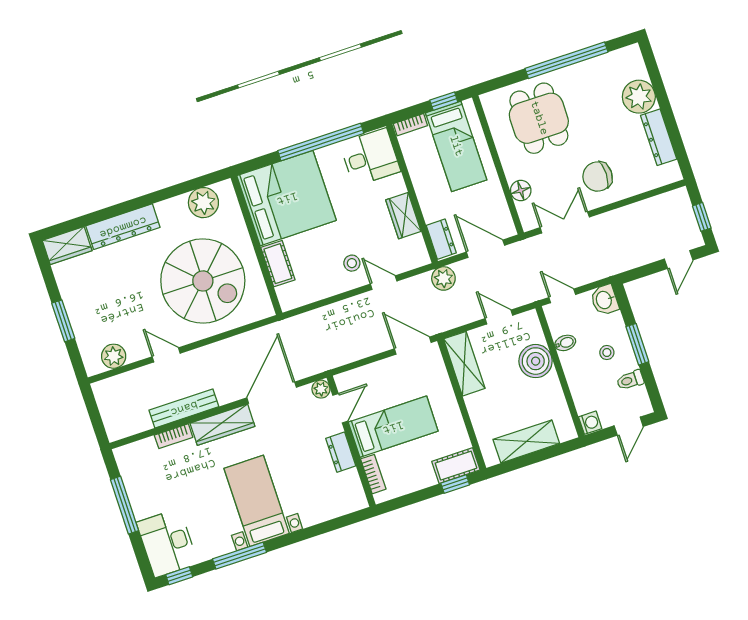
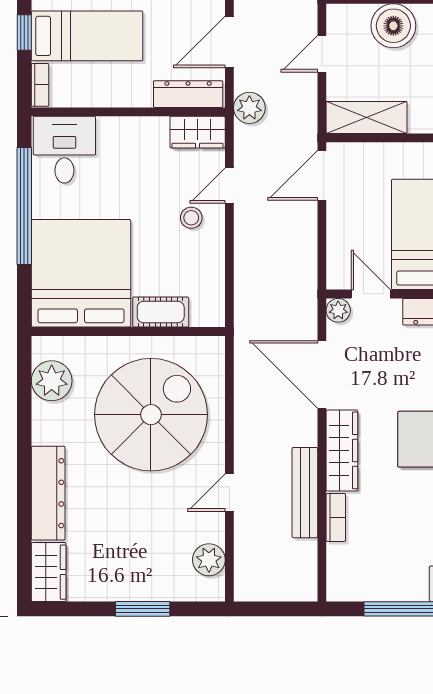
wardrobe: (403, 216) -> (198, 132), moved
dresser: (441, 239) -> (188, 94), width x1.44

